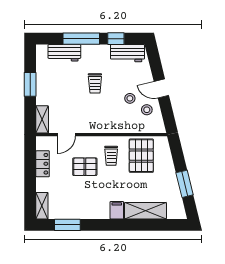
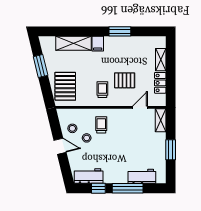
trolley: (95, 83) -> (101, 125), moved
pallet: (141, 156) -> (65, 86), moved
shelving: (42, 206) -> (161, 60), moved
window: (67, 225) -> (120, 31), moved

